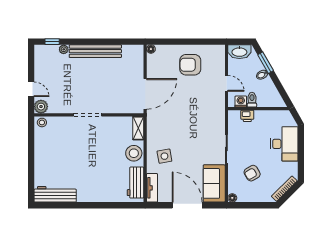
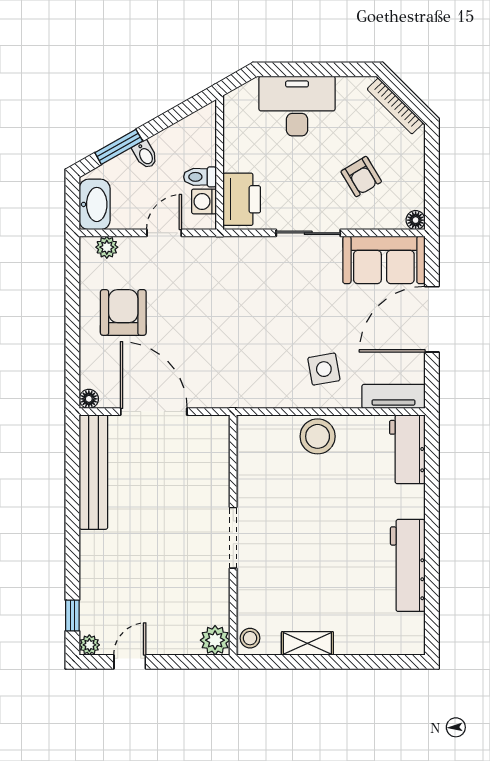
plant: (64, 49) -> (89, 645), moved
bench: (95, 51) -> (93, 472), moved
plant: (220, 57) -> (107, 247), added
armchair: (190, 65) -> (123, 312), turned 180
door: (31, 89) -> (130, 662), moved
door: (145, 94) -> (154, 412), moved
printer: (247, 116) -> (242, 199), width x1.87, depth x1.48
shelving: (138, 128) -> (307, 643), moved
workbench: (135, 183) -> (407, 449), moved, turned 90
workbench: (55, 194) -> (408, 565), moved

